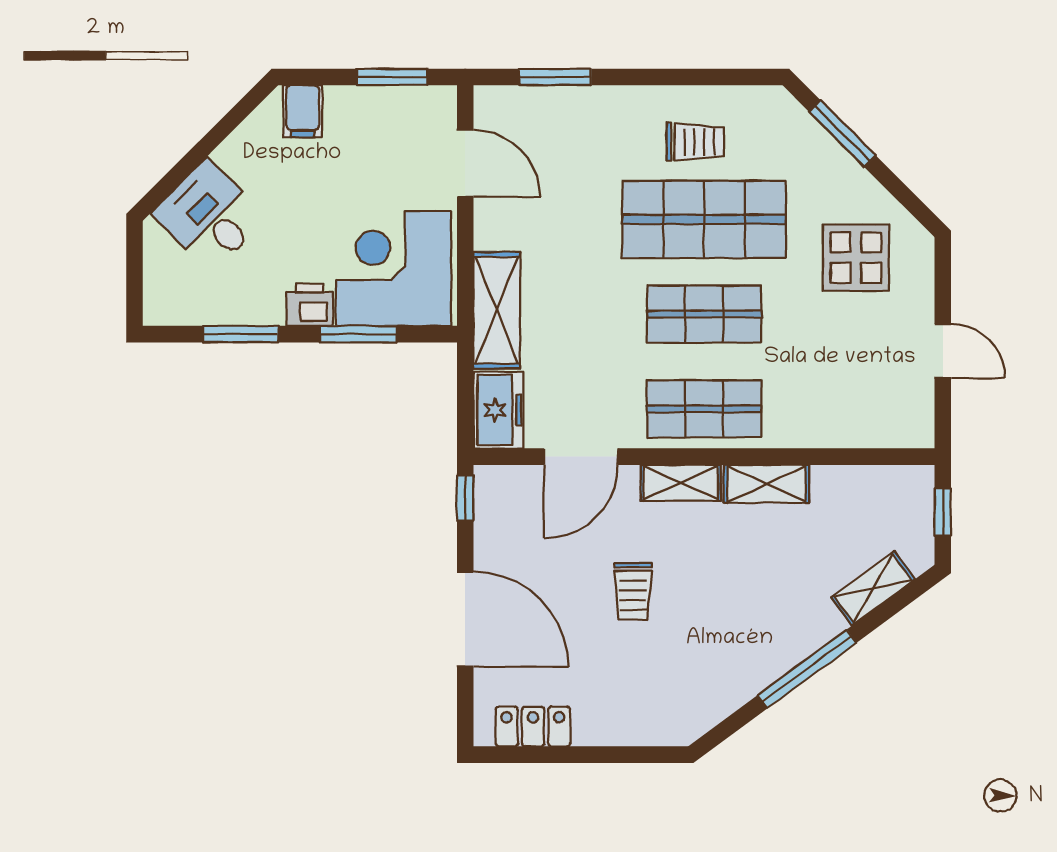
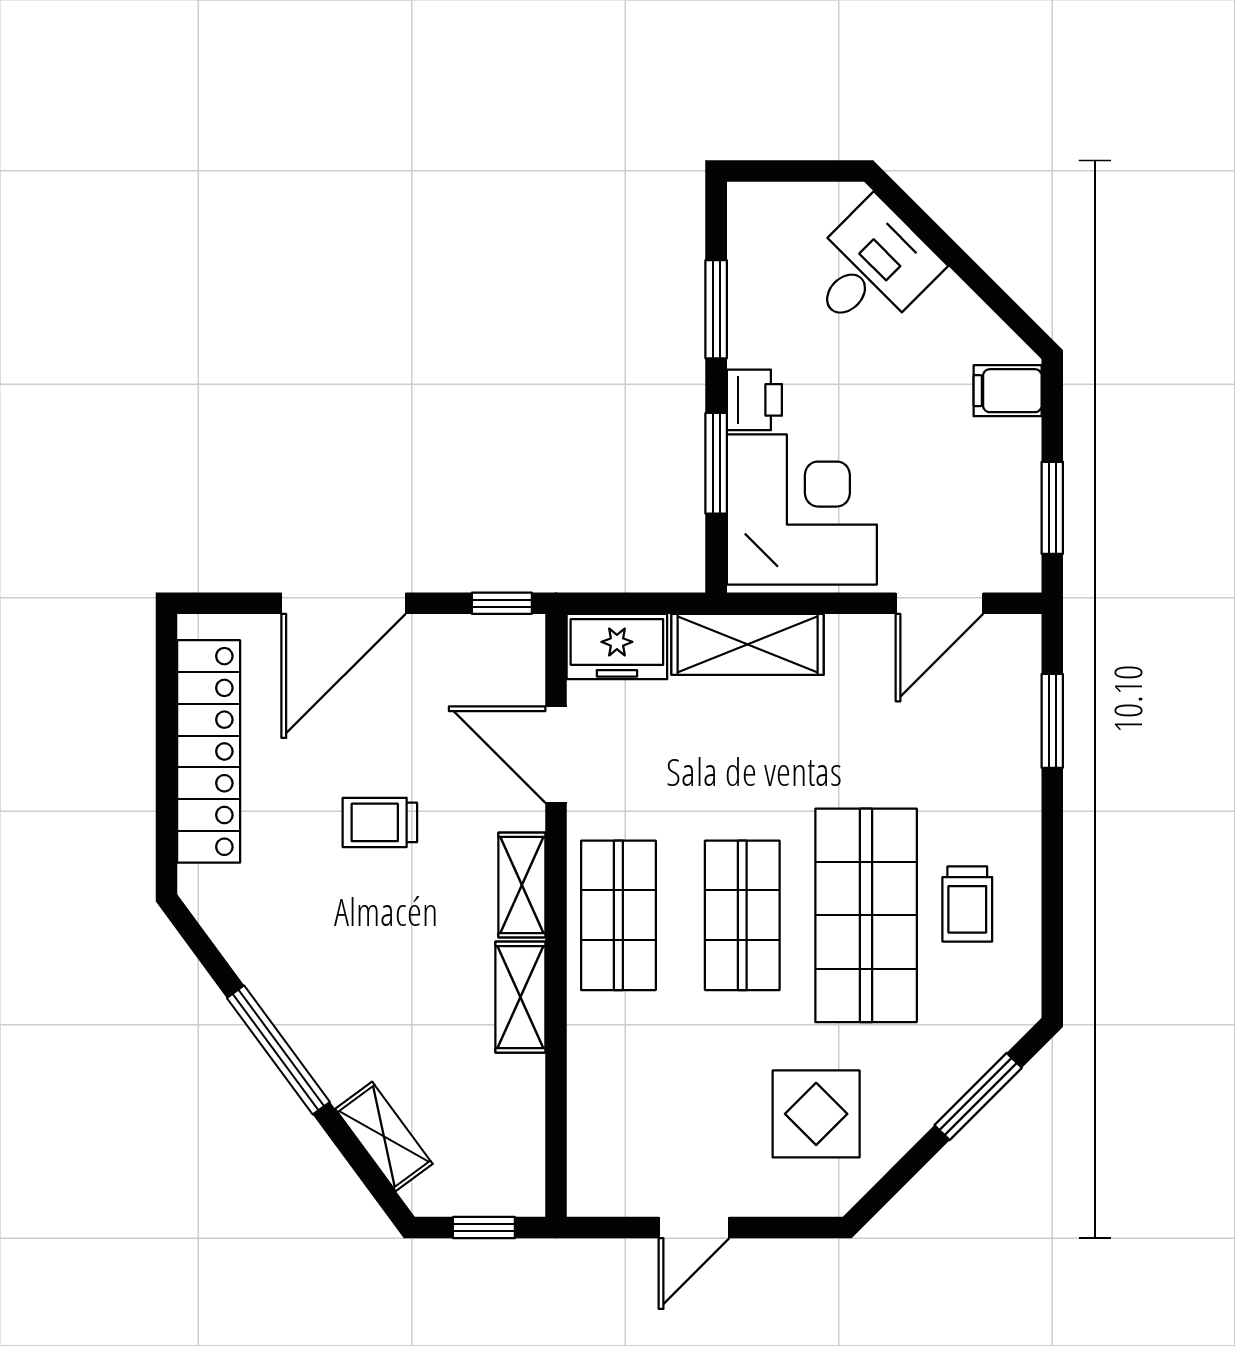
locker: (533, 727) -> (209, 751), width x2.16, depth x1.21

